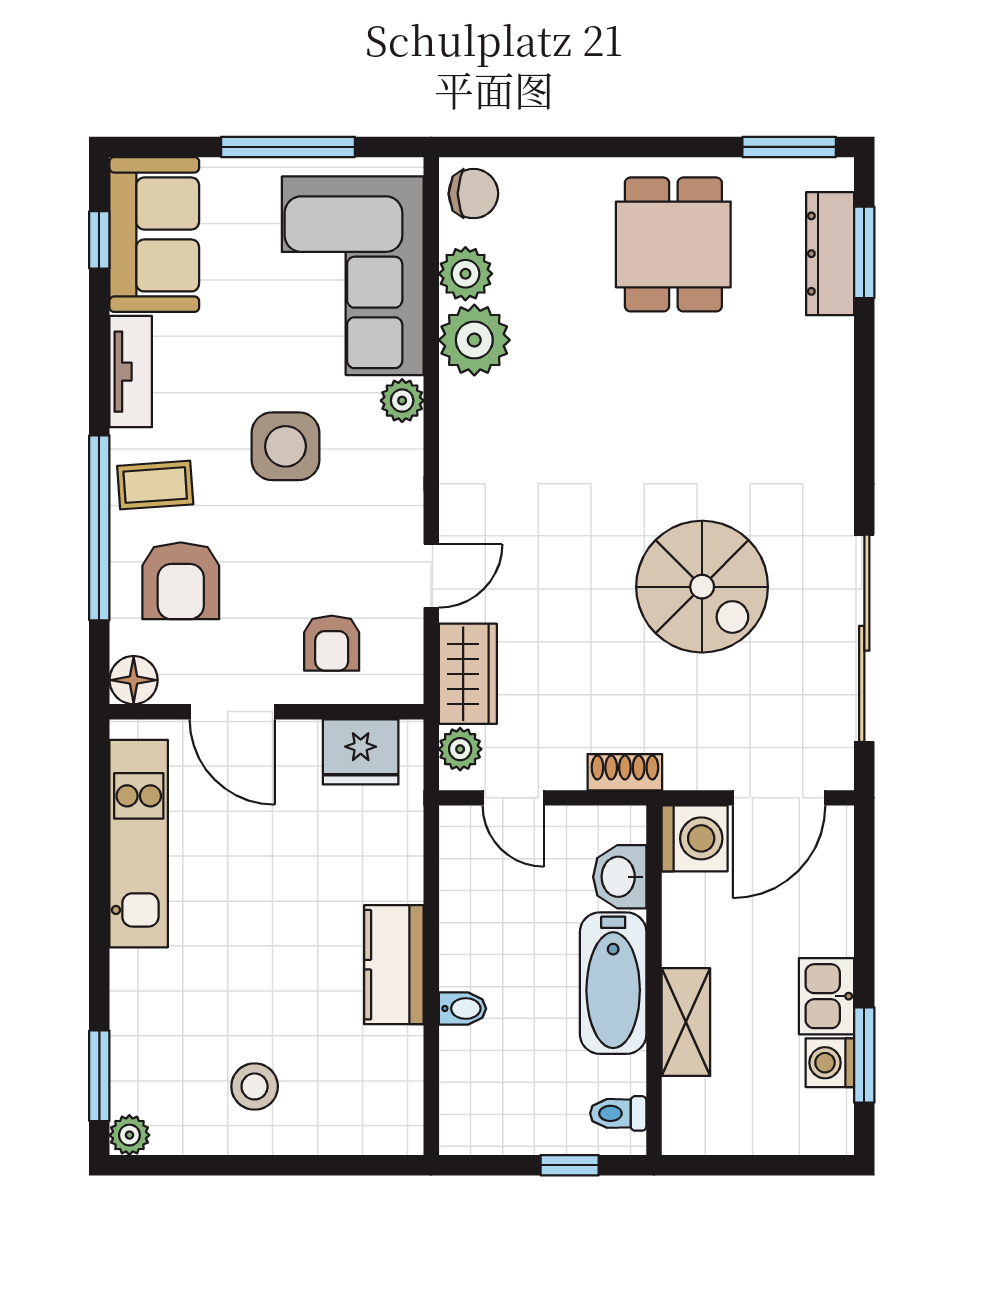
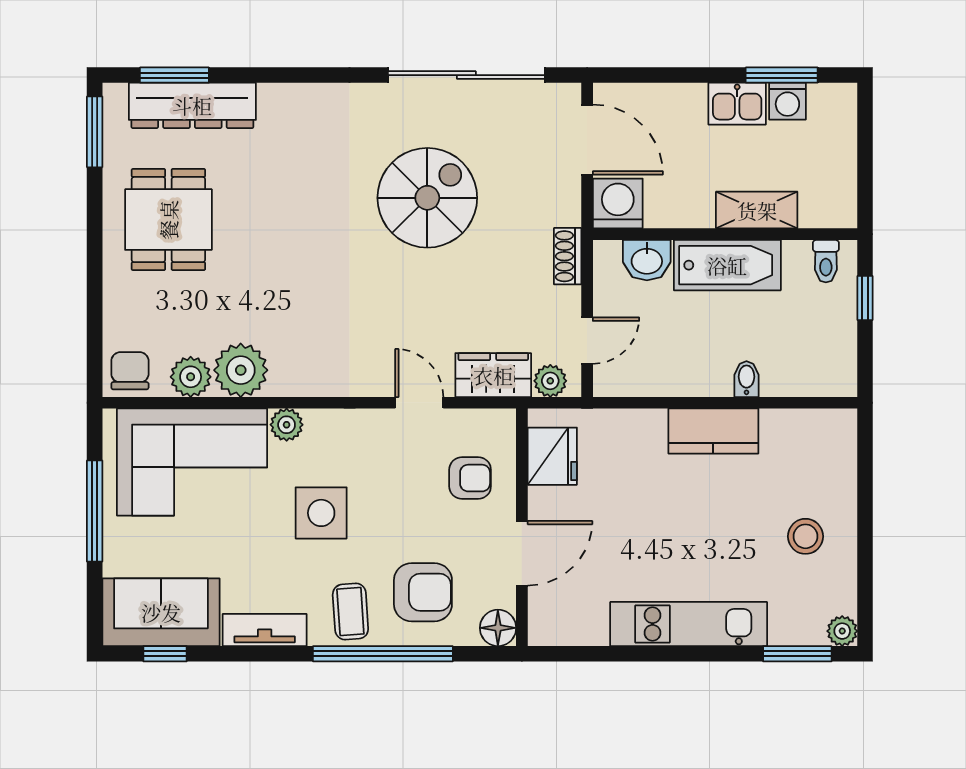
dining table: (673, 244) -> (168, 220), turned 90
dresser: (830, 254) -> (192, 105), width x1.37, depth x1.24
kitchen unit: (139, 844) -> (689, 624), moved

